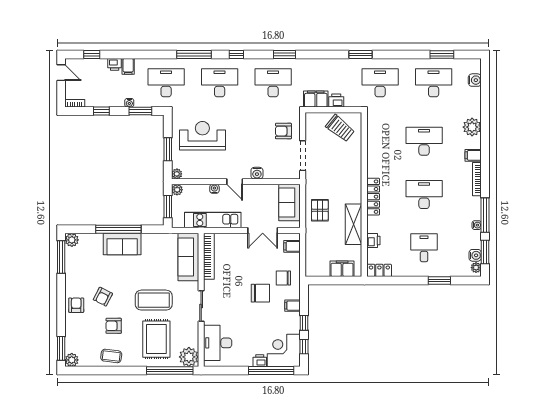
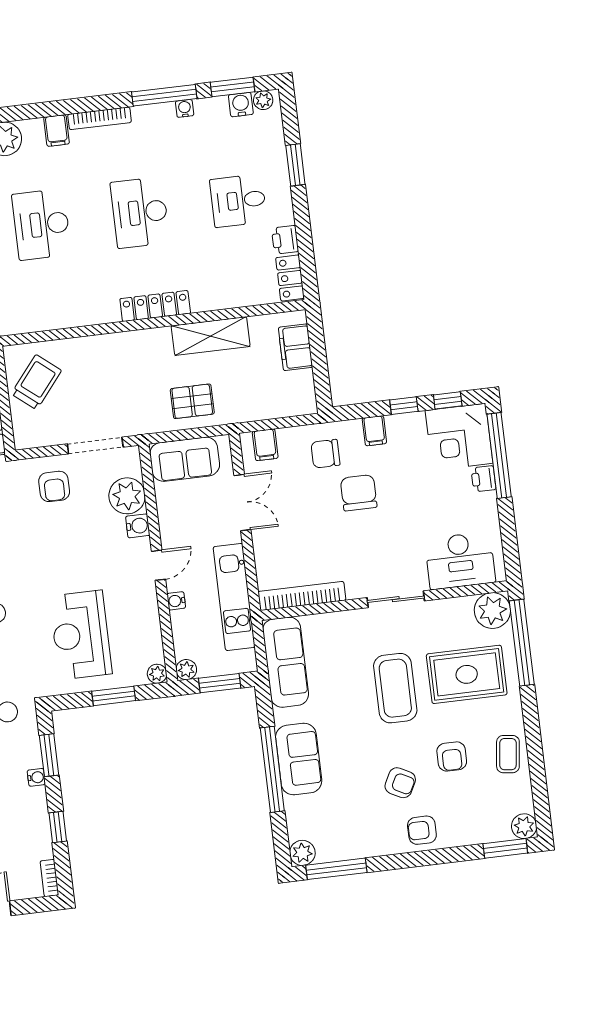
plant: (274, 169) -> (127, 496), added
printer: (373, 241) -> (285, 240), moved, turned -90
sofa: (188, 257) -> (286, 662), moved, turned -90
chair: (283, 278) -> (325, 454), turned 90

